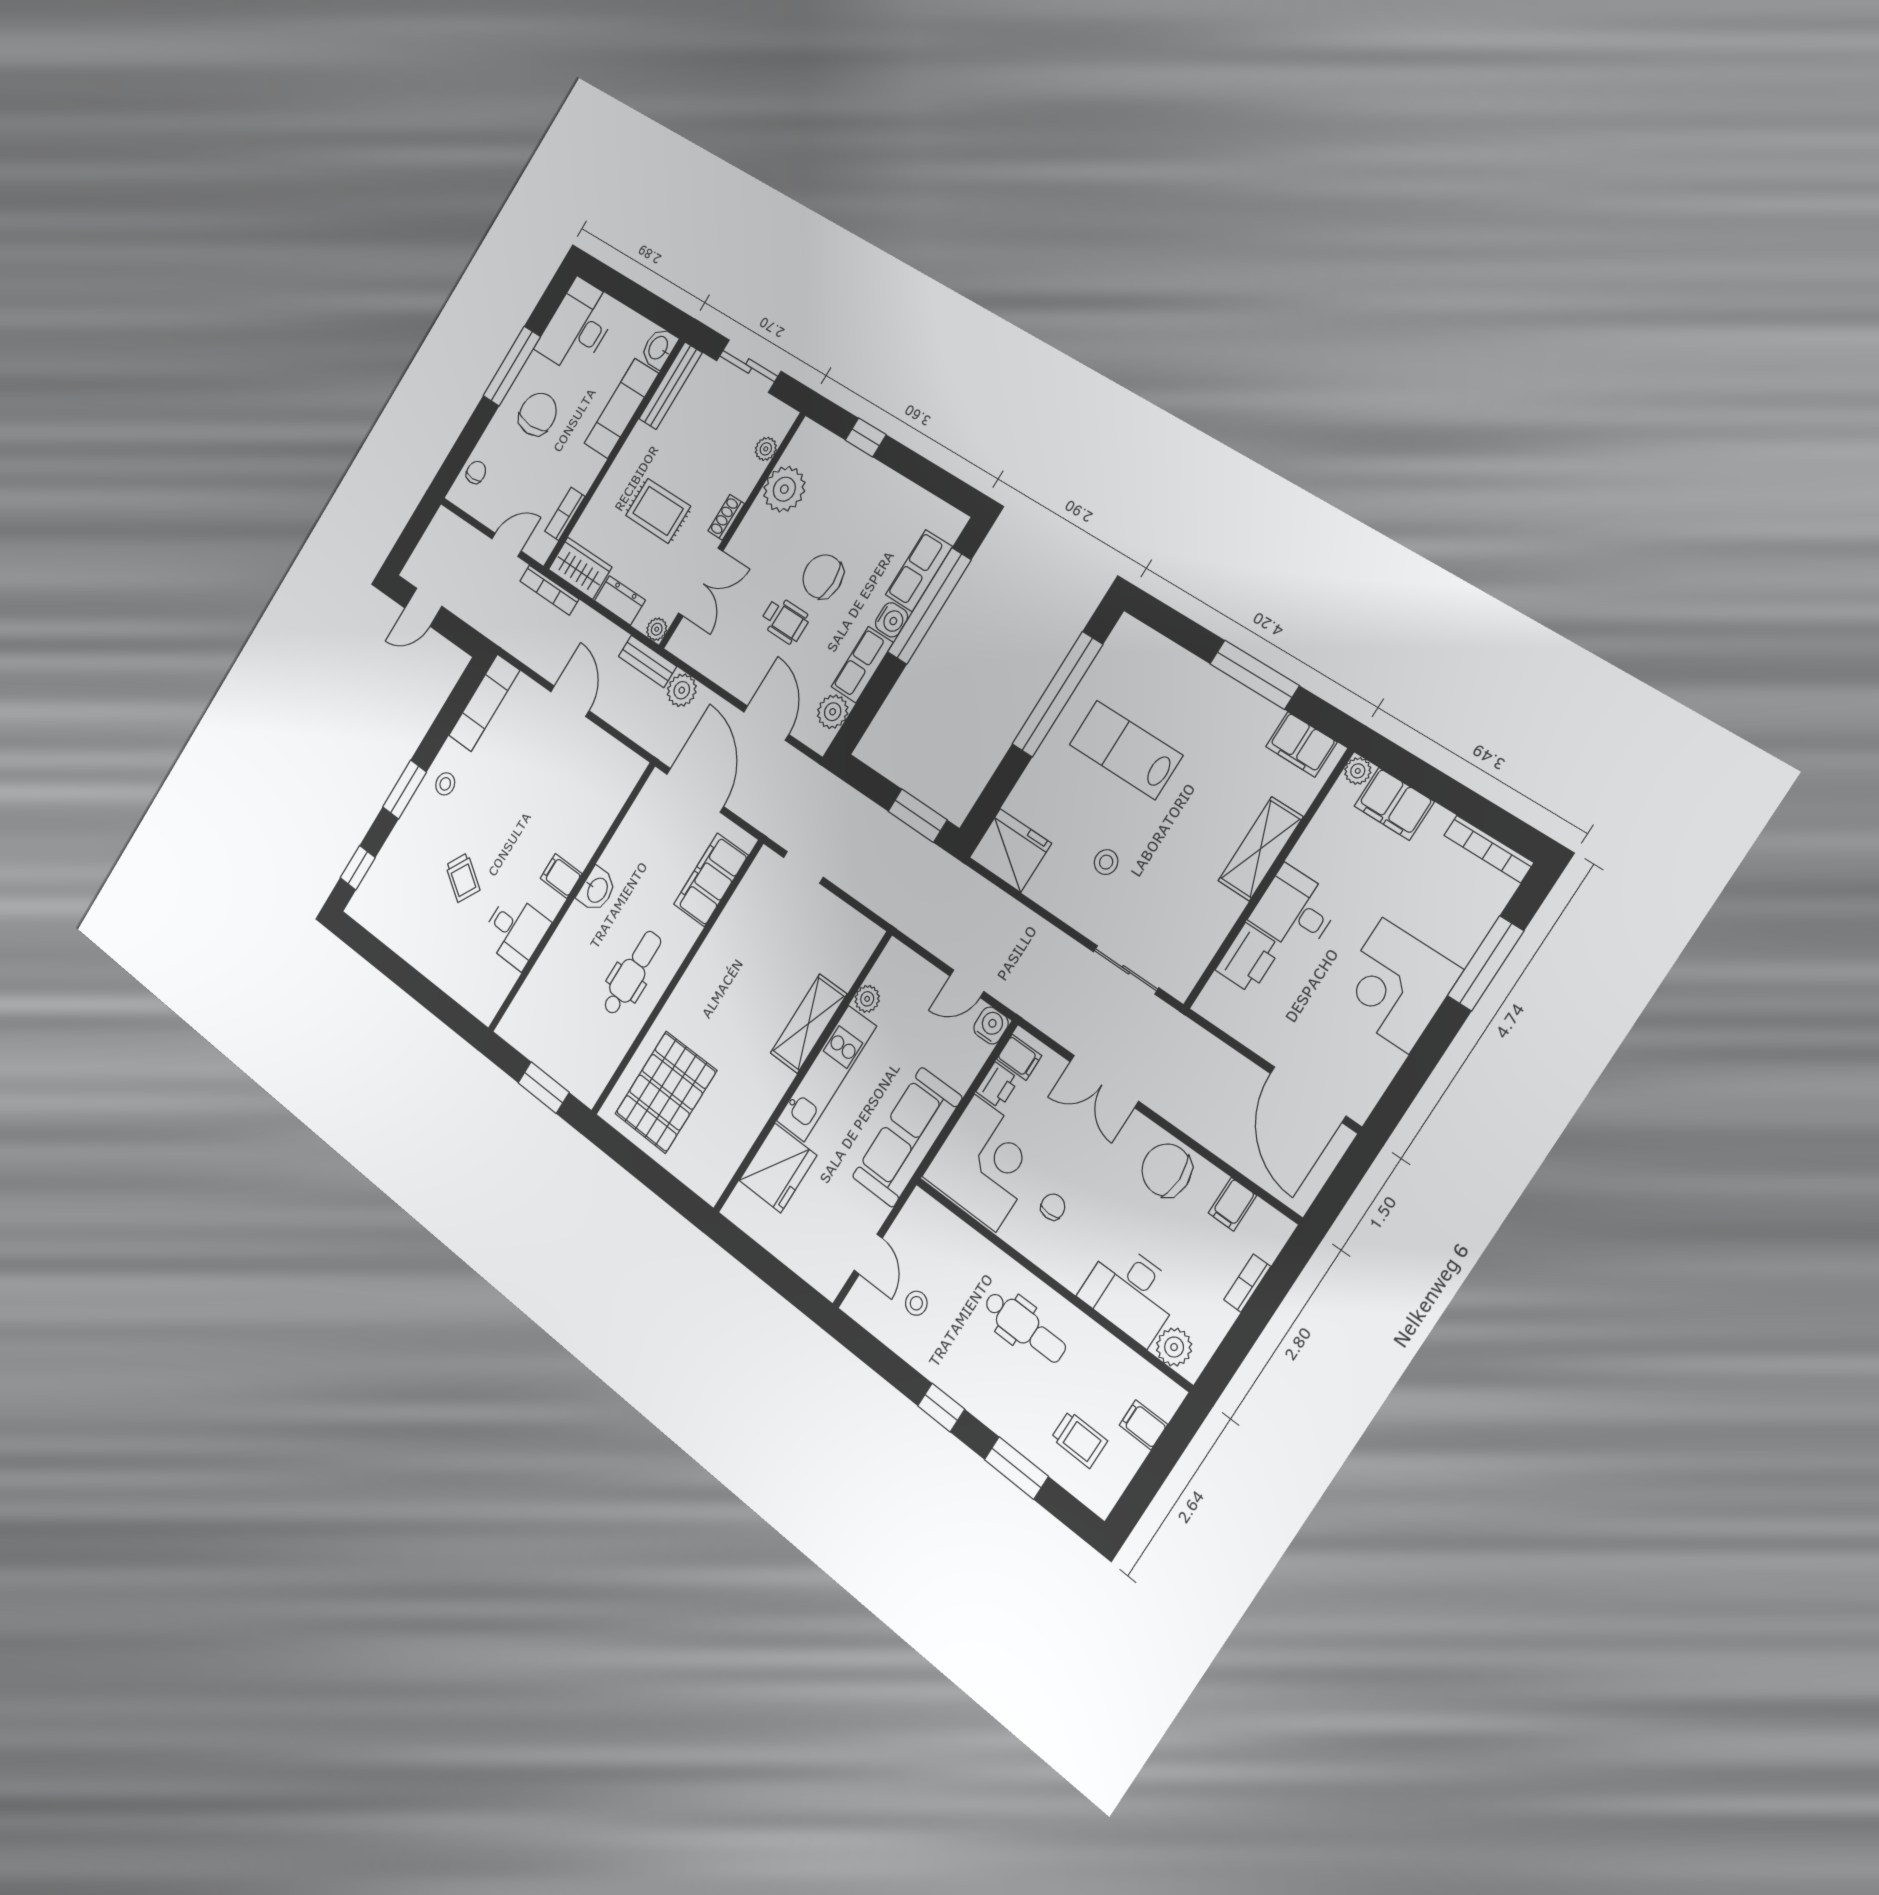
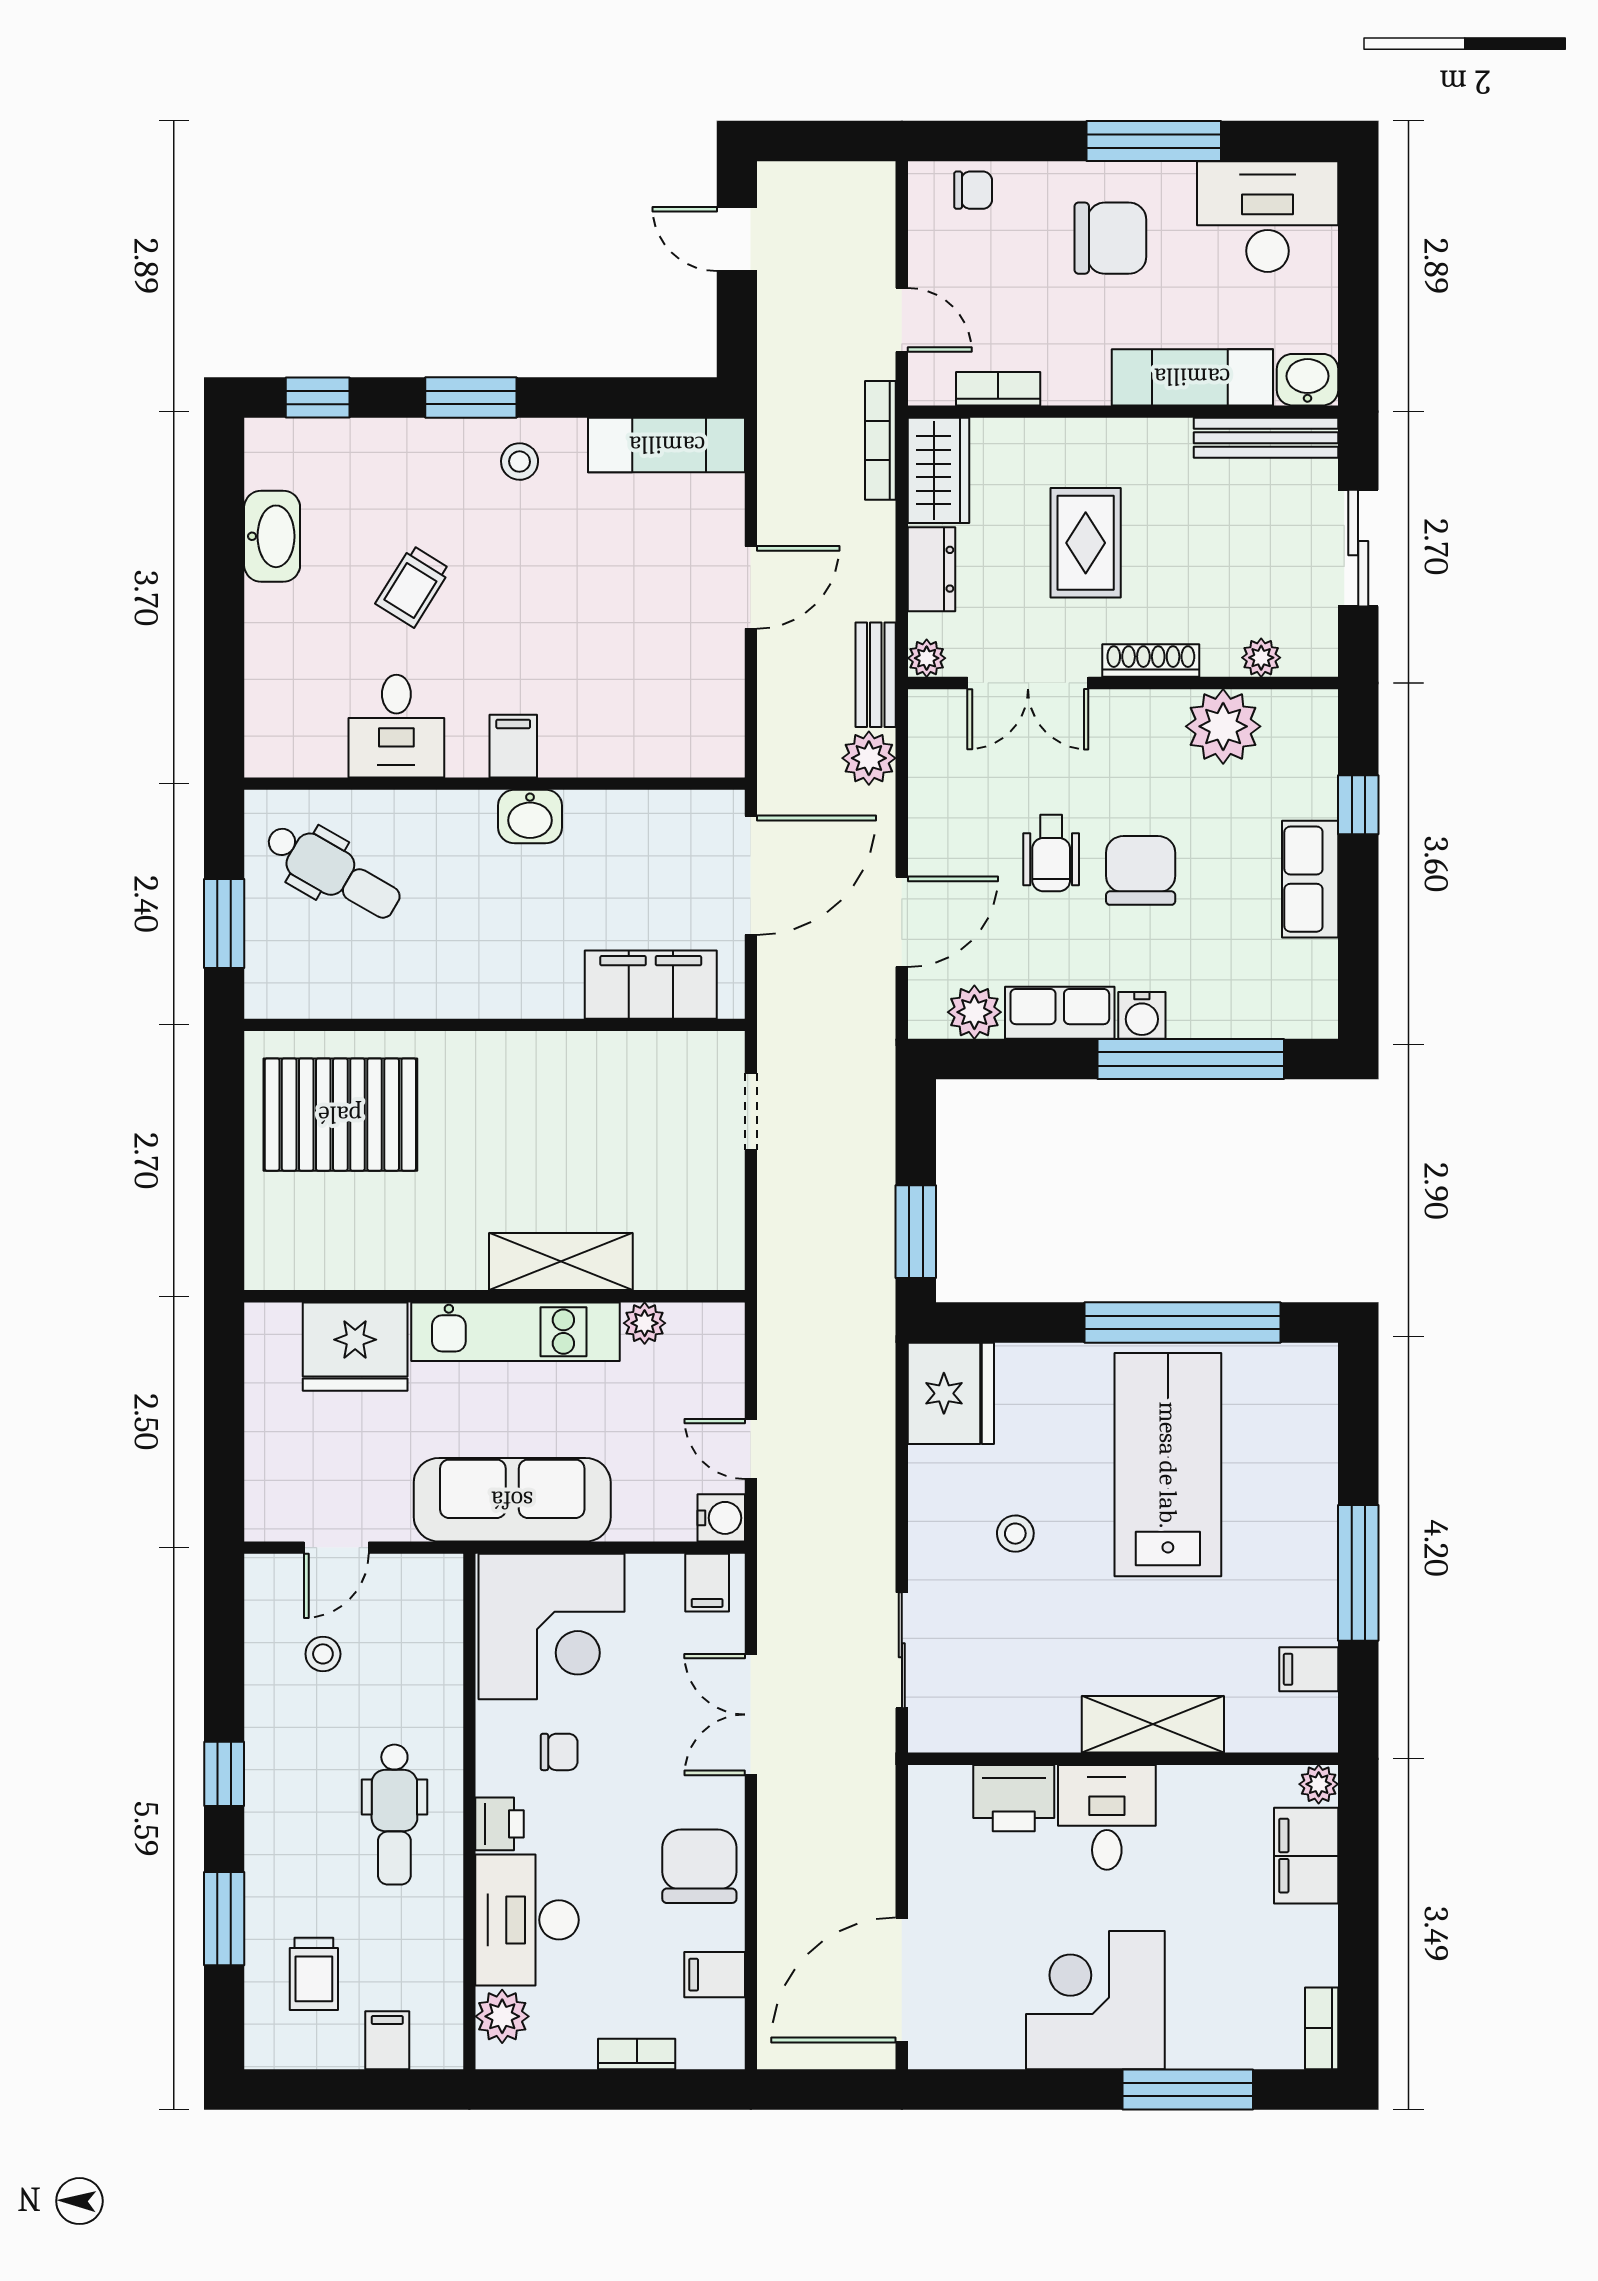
shoe rack: (726, 517) -> (1151, 661), width x1.43
row of seats: (919, 571) -> (1310, 879), moved, turned -90
filing cabinet: (1301, 744) -> (1309, 1669), width x0.50
lab bench: (1126, 750) -> (1168, 1465), width x1.36, depth x1.39
bookcase: (1489, 849) -> (1322, 2028), width x0.64
washbasin: (399, 934) -> (272, 536), added
dental chair: (632, 973) -> (333, 871), moved, turned 30
printer: (998, 1085) -> (500, 1824), moved, turned -90

